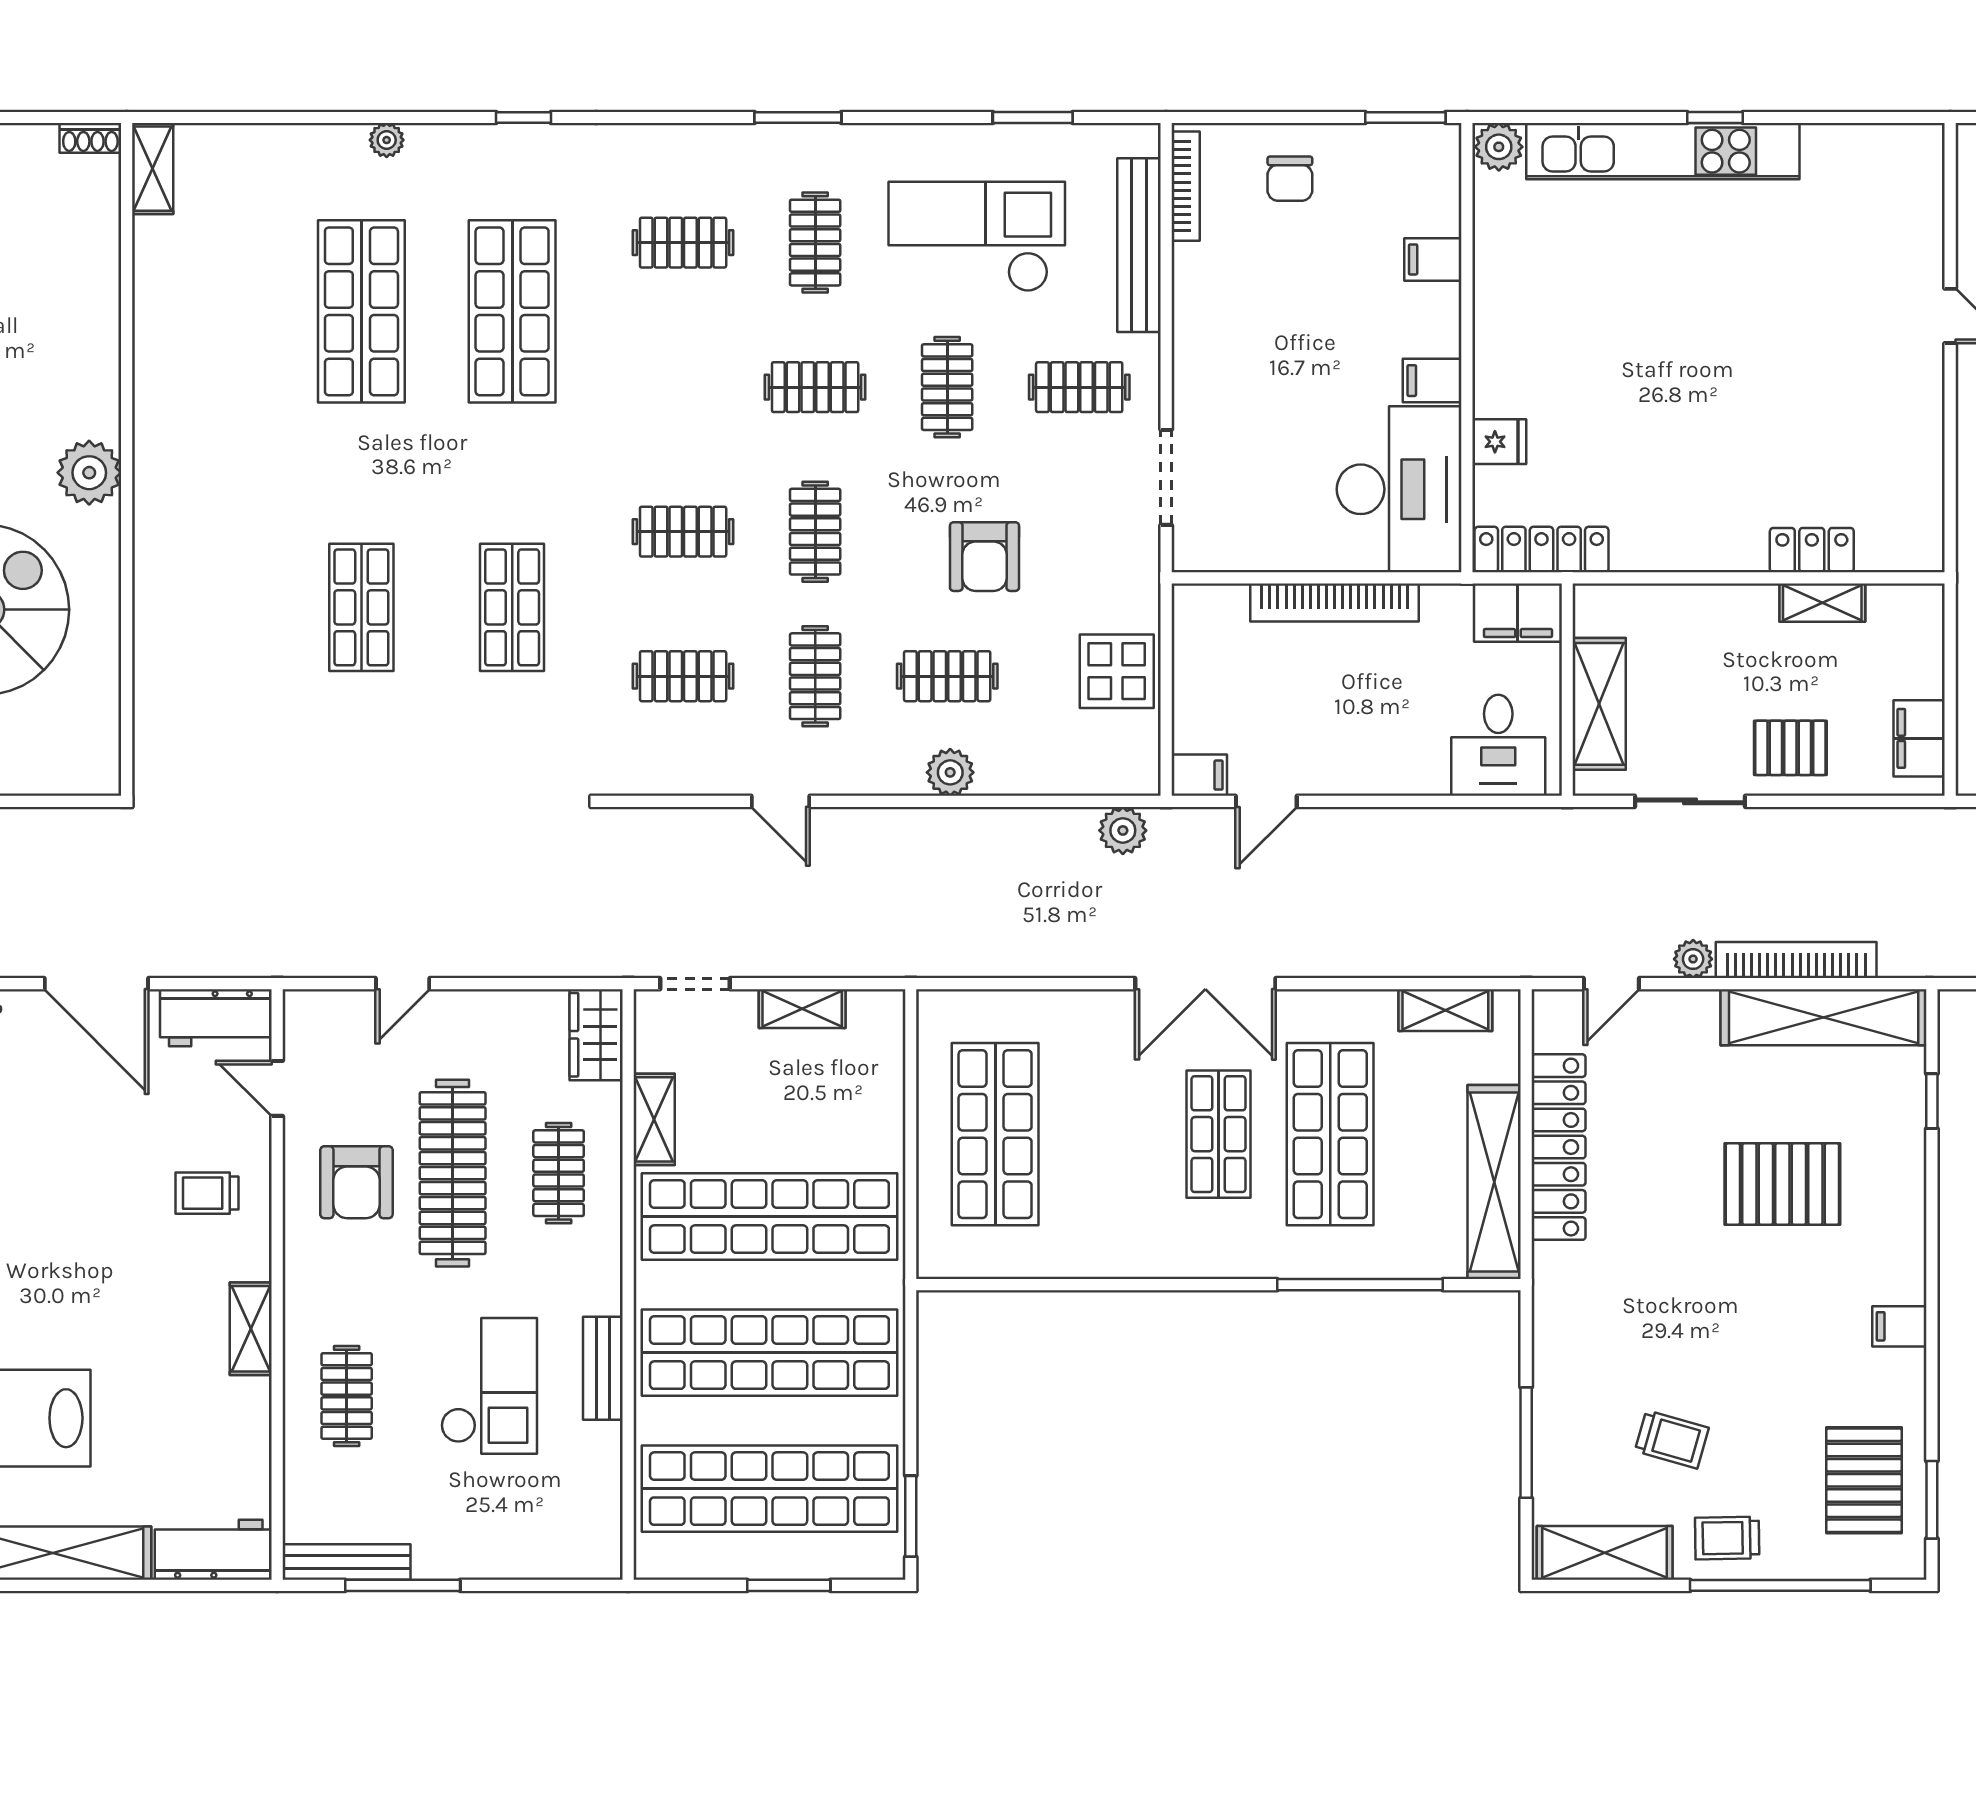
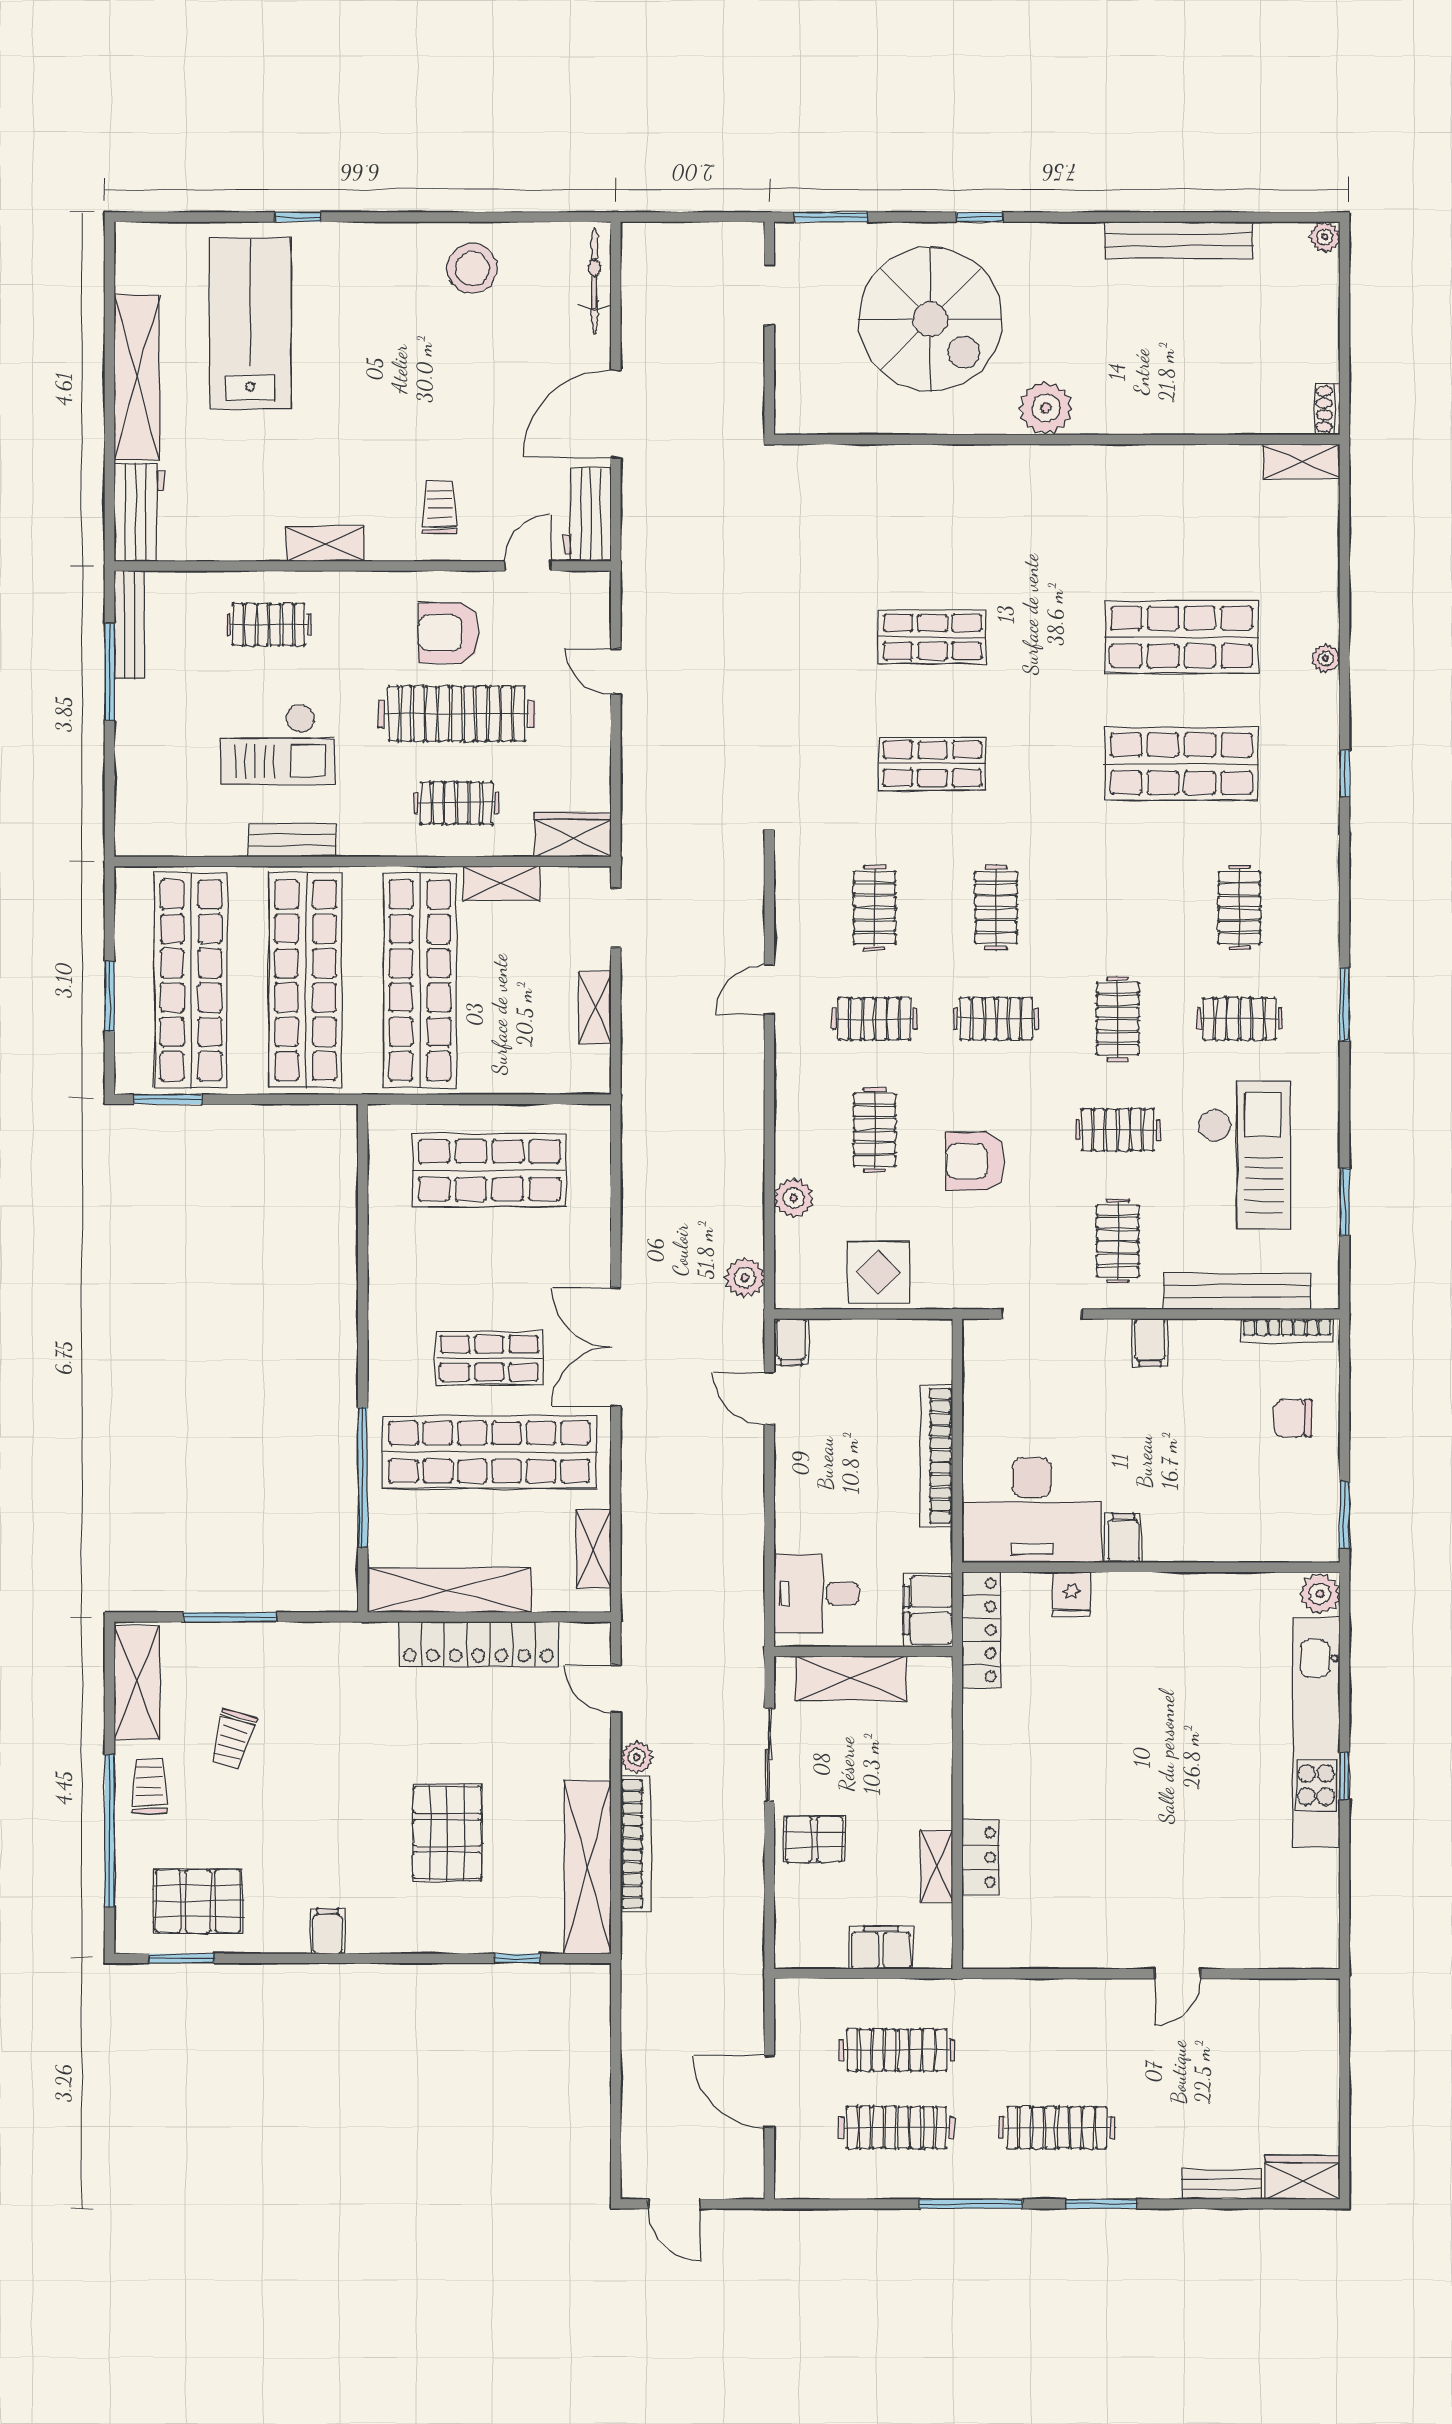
filing cabinet: (1433, 259) -> (1150, 1343), moved, turned 180
filing cabinet: (1919, 738) -> (881, 1948), moved
pallet: (1790, 748) -> (814, 1839), turned 90
plant: (950, 772) -> (794, 1198), moved
shop shelf: (1330, 1134) -> (489, 1452), width x1.40

